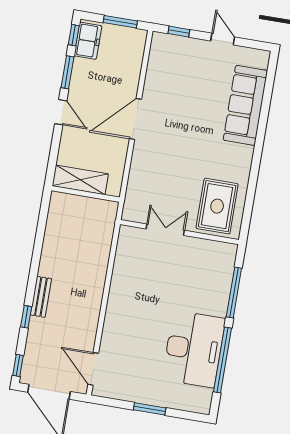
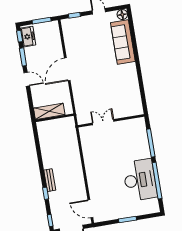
floor lamp: (261, 58) -> (122, 15), added
rug: (217, 206) -> (126, 100), removed

